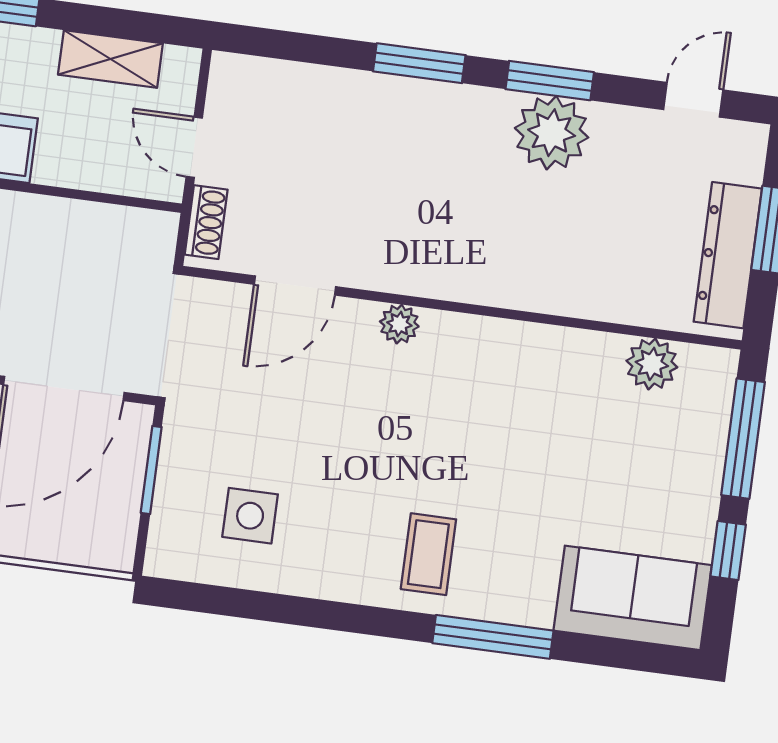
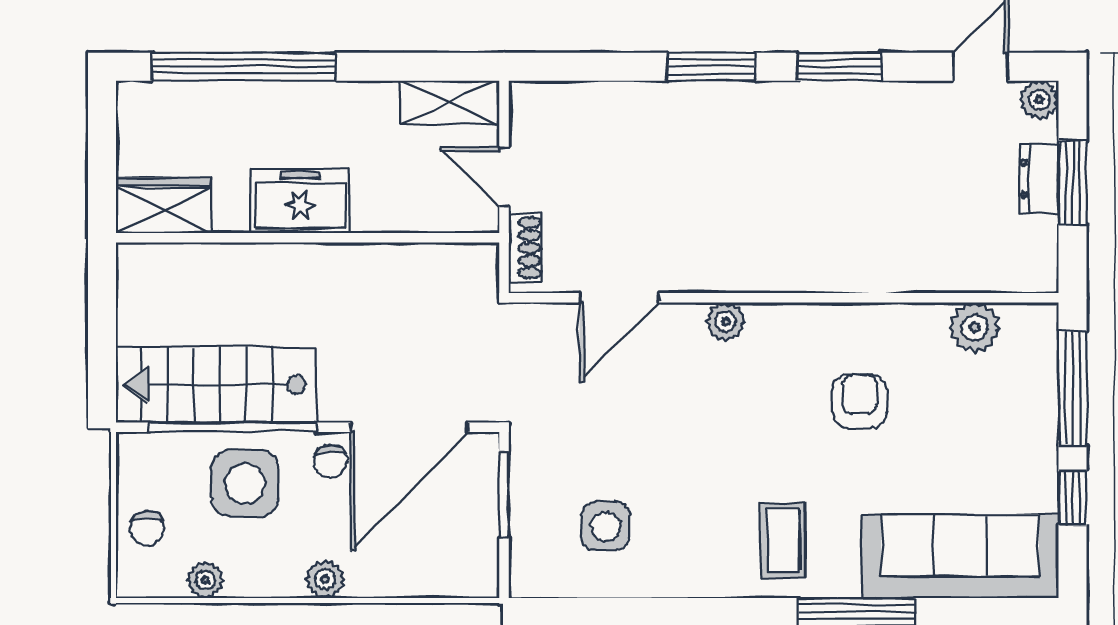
shelving: (110, 59) -> (449, 102), moved
plant: (552, 133) -> (1039, 100), moved, width x0.53, depth x0.53
dresser: (728, 255) -> (1039, 179), width x0.51, depth x0.80
armchair: (525, 423) -> (860, 401), added
sofa: (633, 598) -> (960, 556), width x1.36

